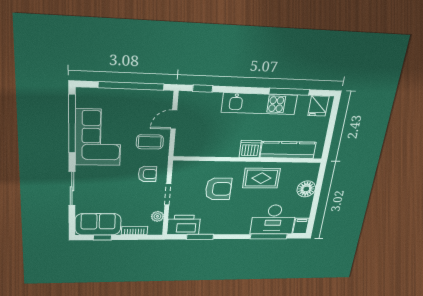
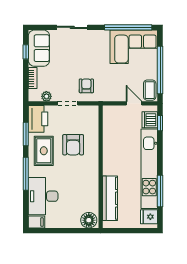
kitchen unit: (259, 104) -> (149, 169), width x1.36
corner sofa: (98, 138) -> (134, 47), moved
coffee table: (150, 142) -> (150, 90), moved
dishwasher: (250, 149) -> (150, 120), moved, turned 180
armchair: (147, 174) -> (86, 86), turned 180
rug: (261, 178) -> (44, 151), moved
floor lamp: (306, 189) -> (89, 220), moved
window: (269, 236) -> (26, 174), moved

